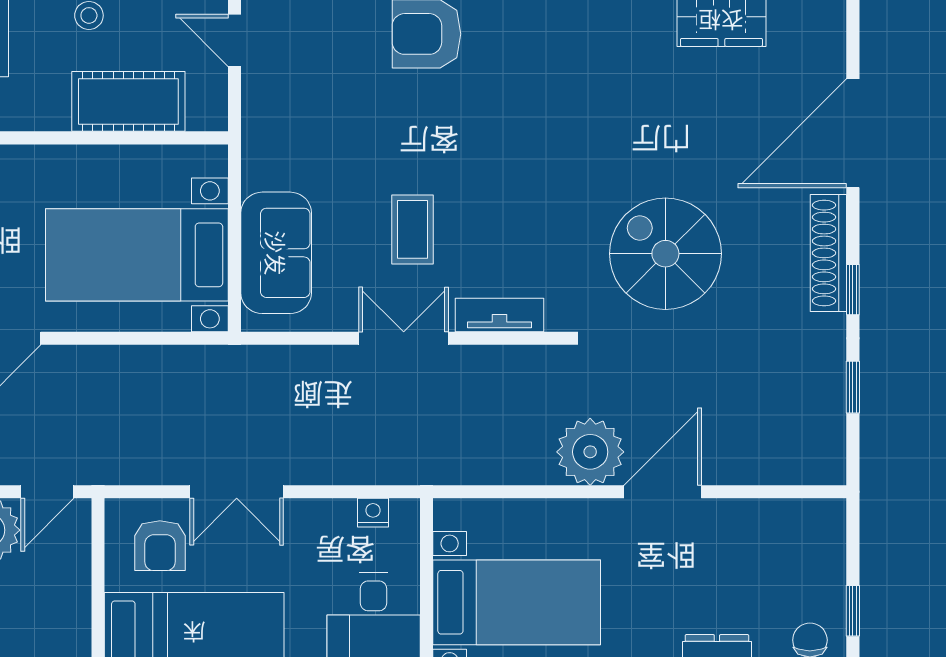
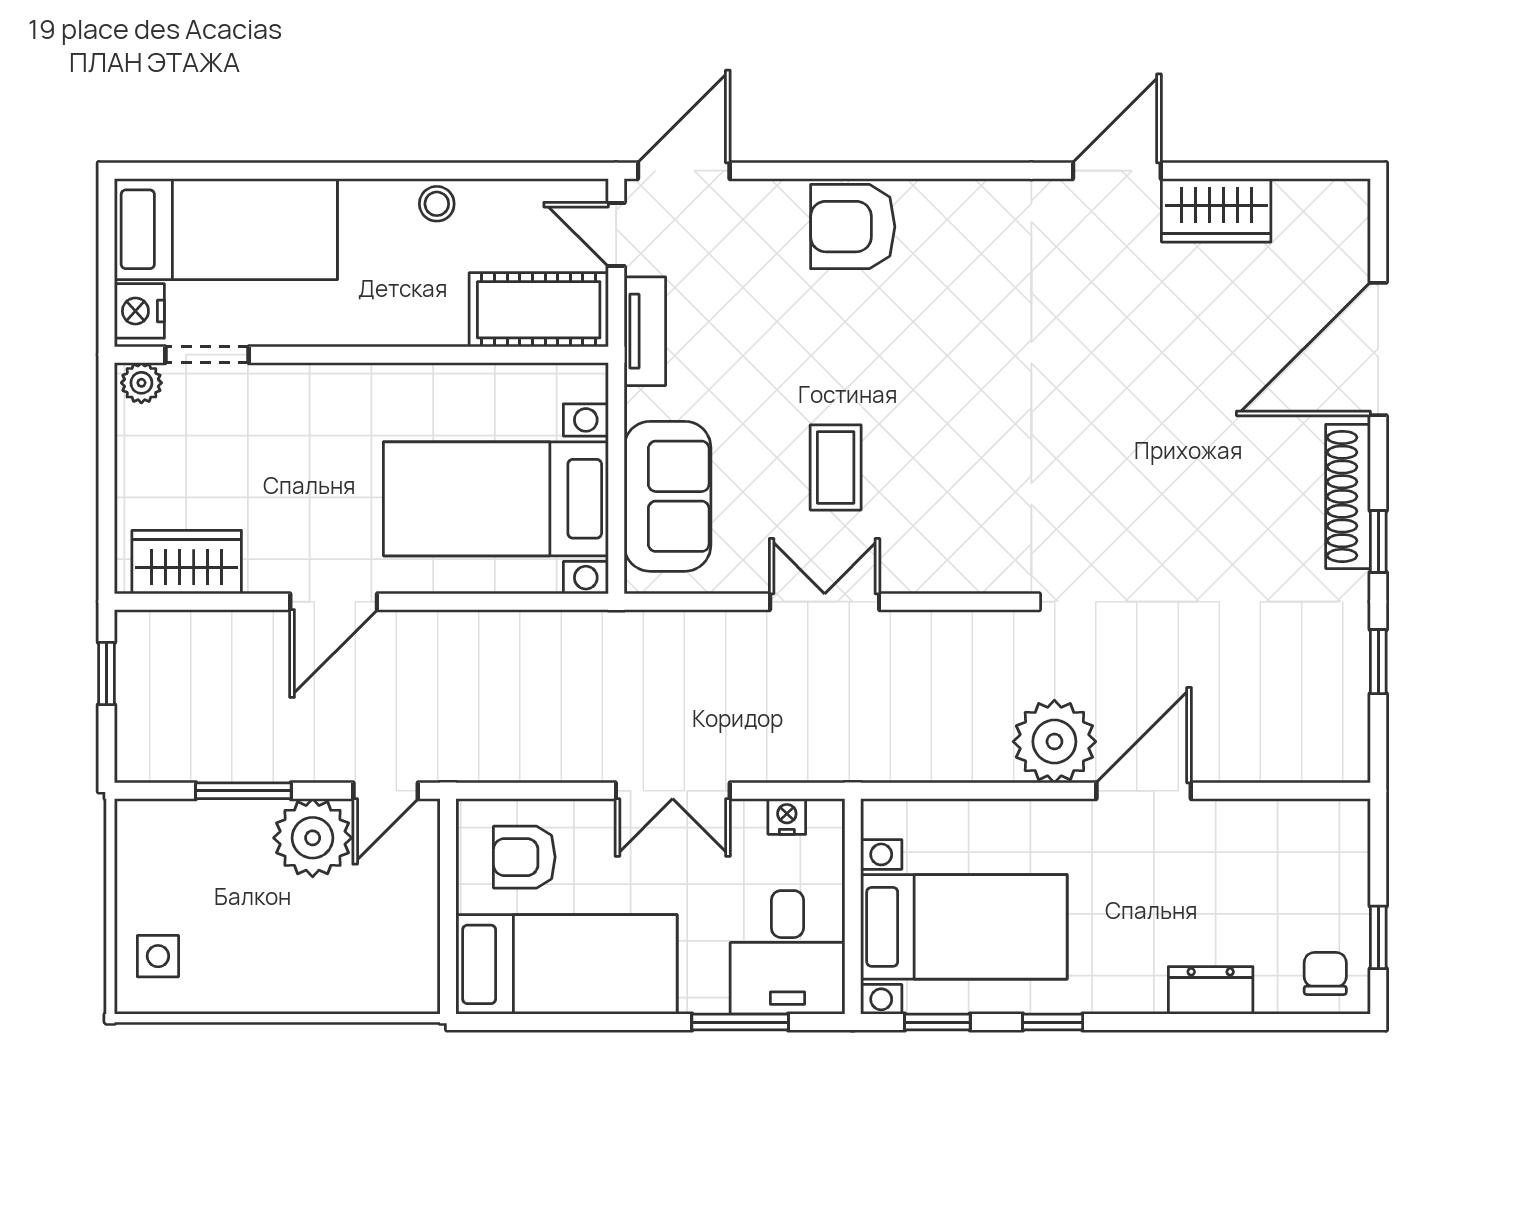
cot: (128, 101) -> (539, 310), moved
spiral stairs: (665, 254) -> (1147, 497), removed
tv unit: (500, 315) -> (645, 331), moved, turned 90
double door: (237, 492) -> (673, 791), moved
armchair: (160, 546) -> (524, 857), turned 90

